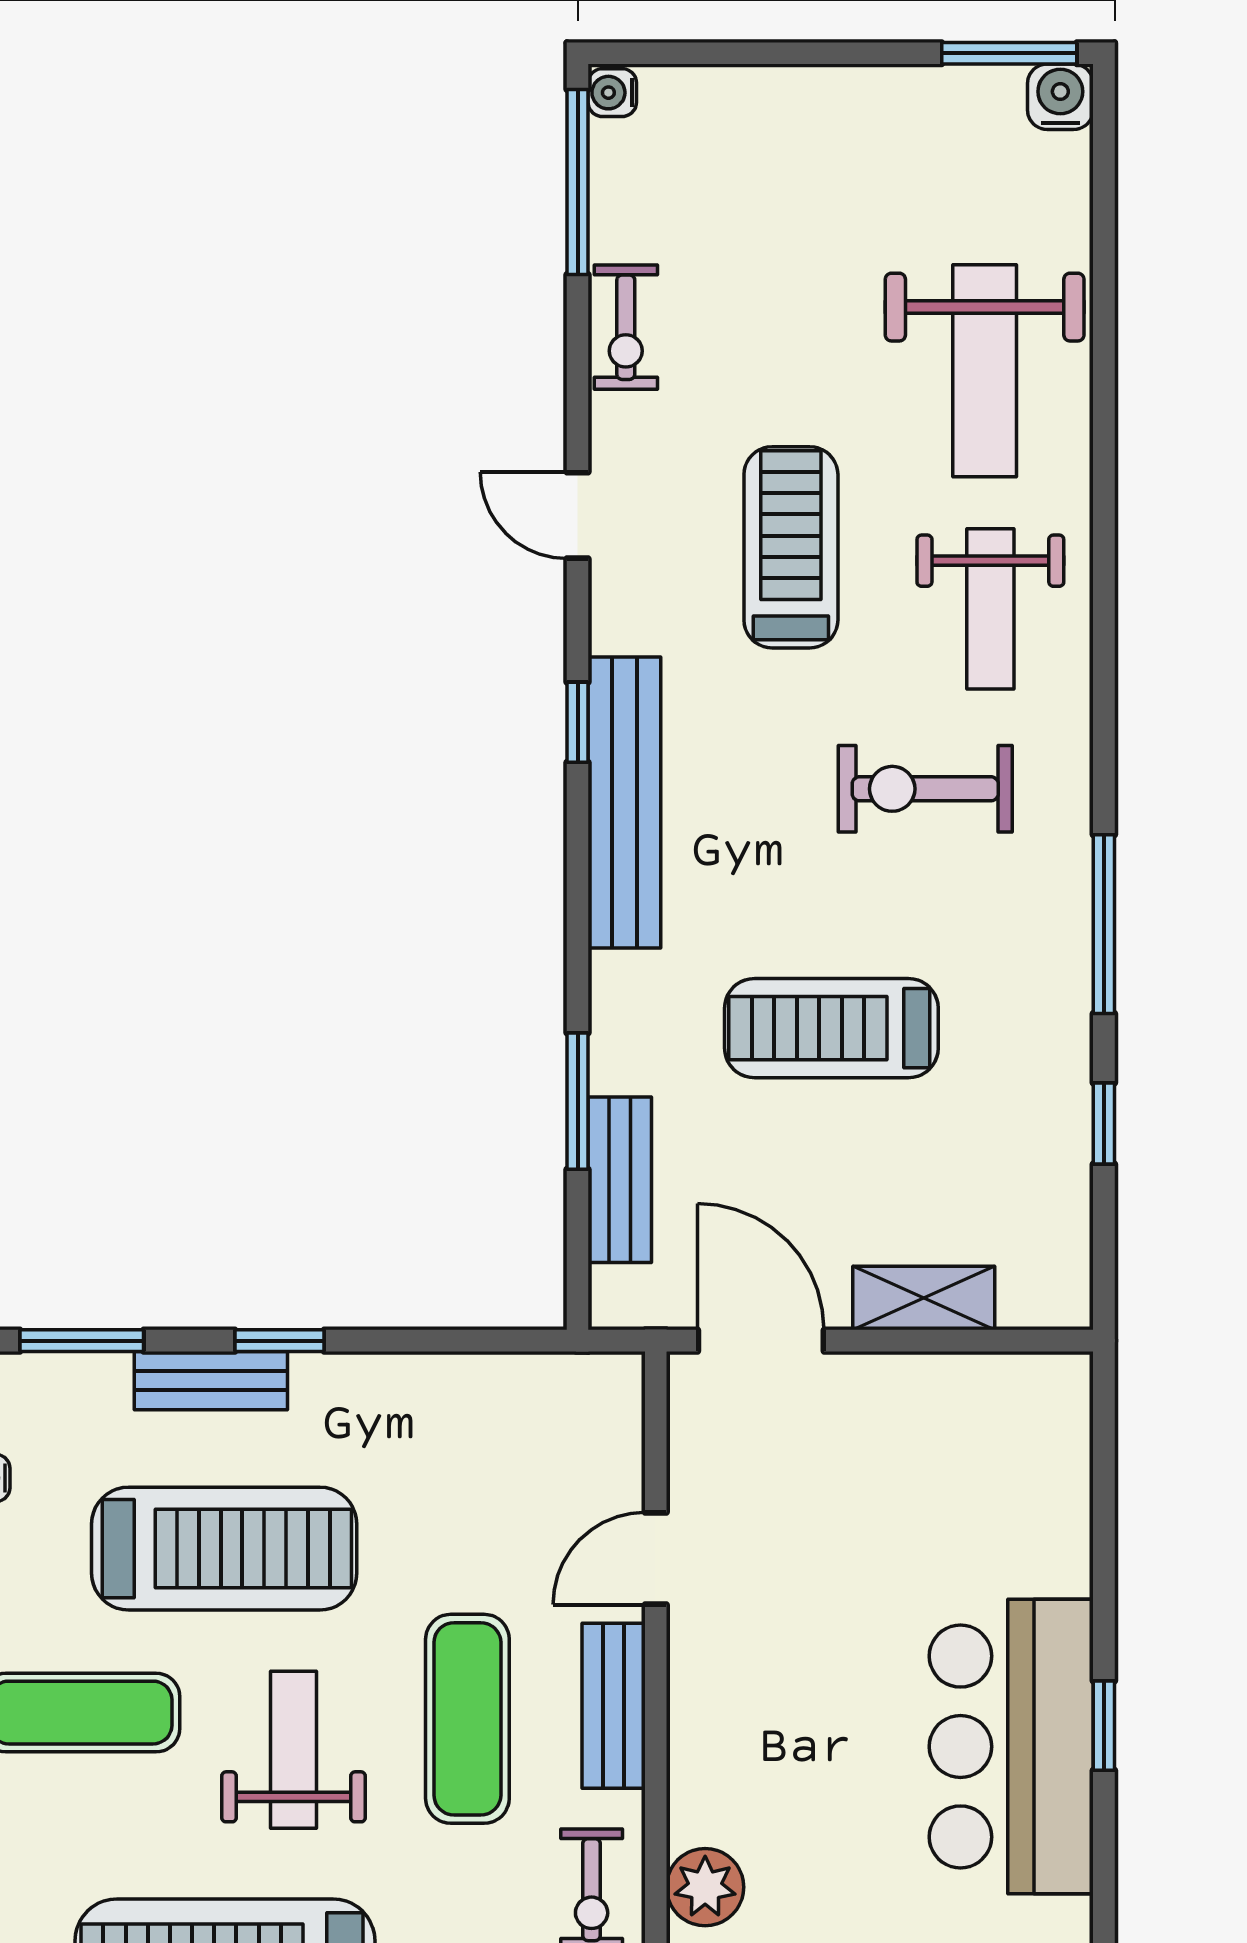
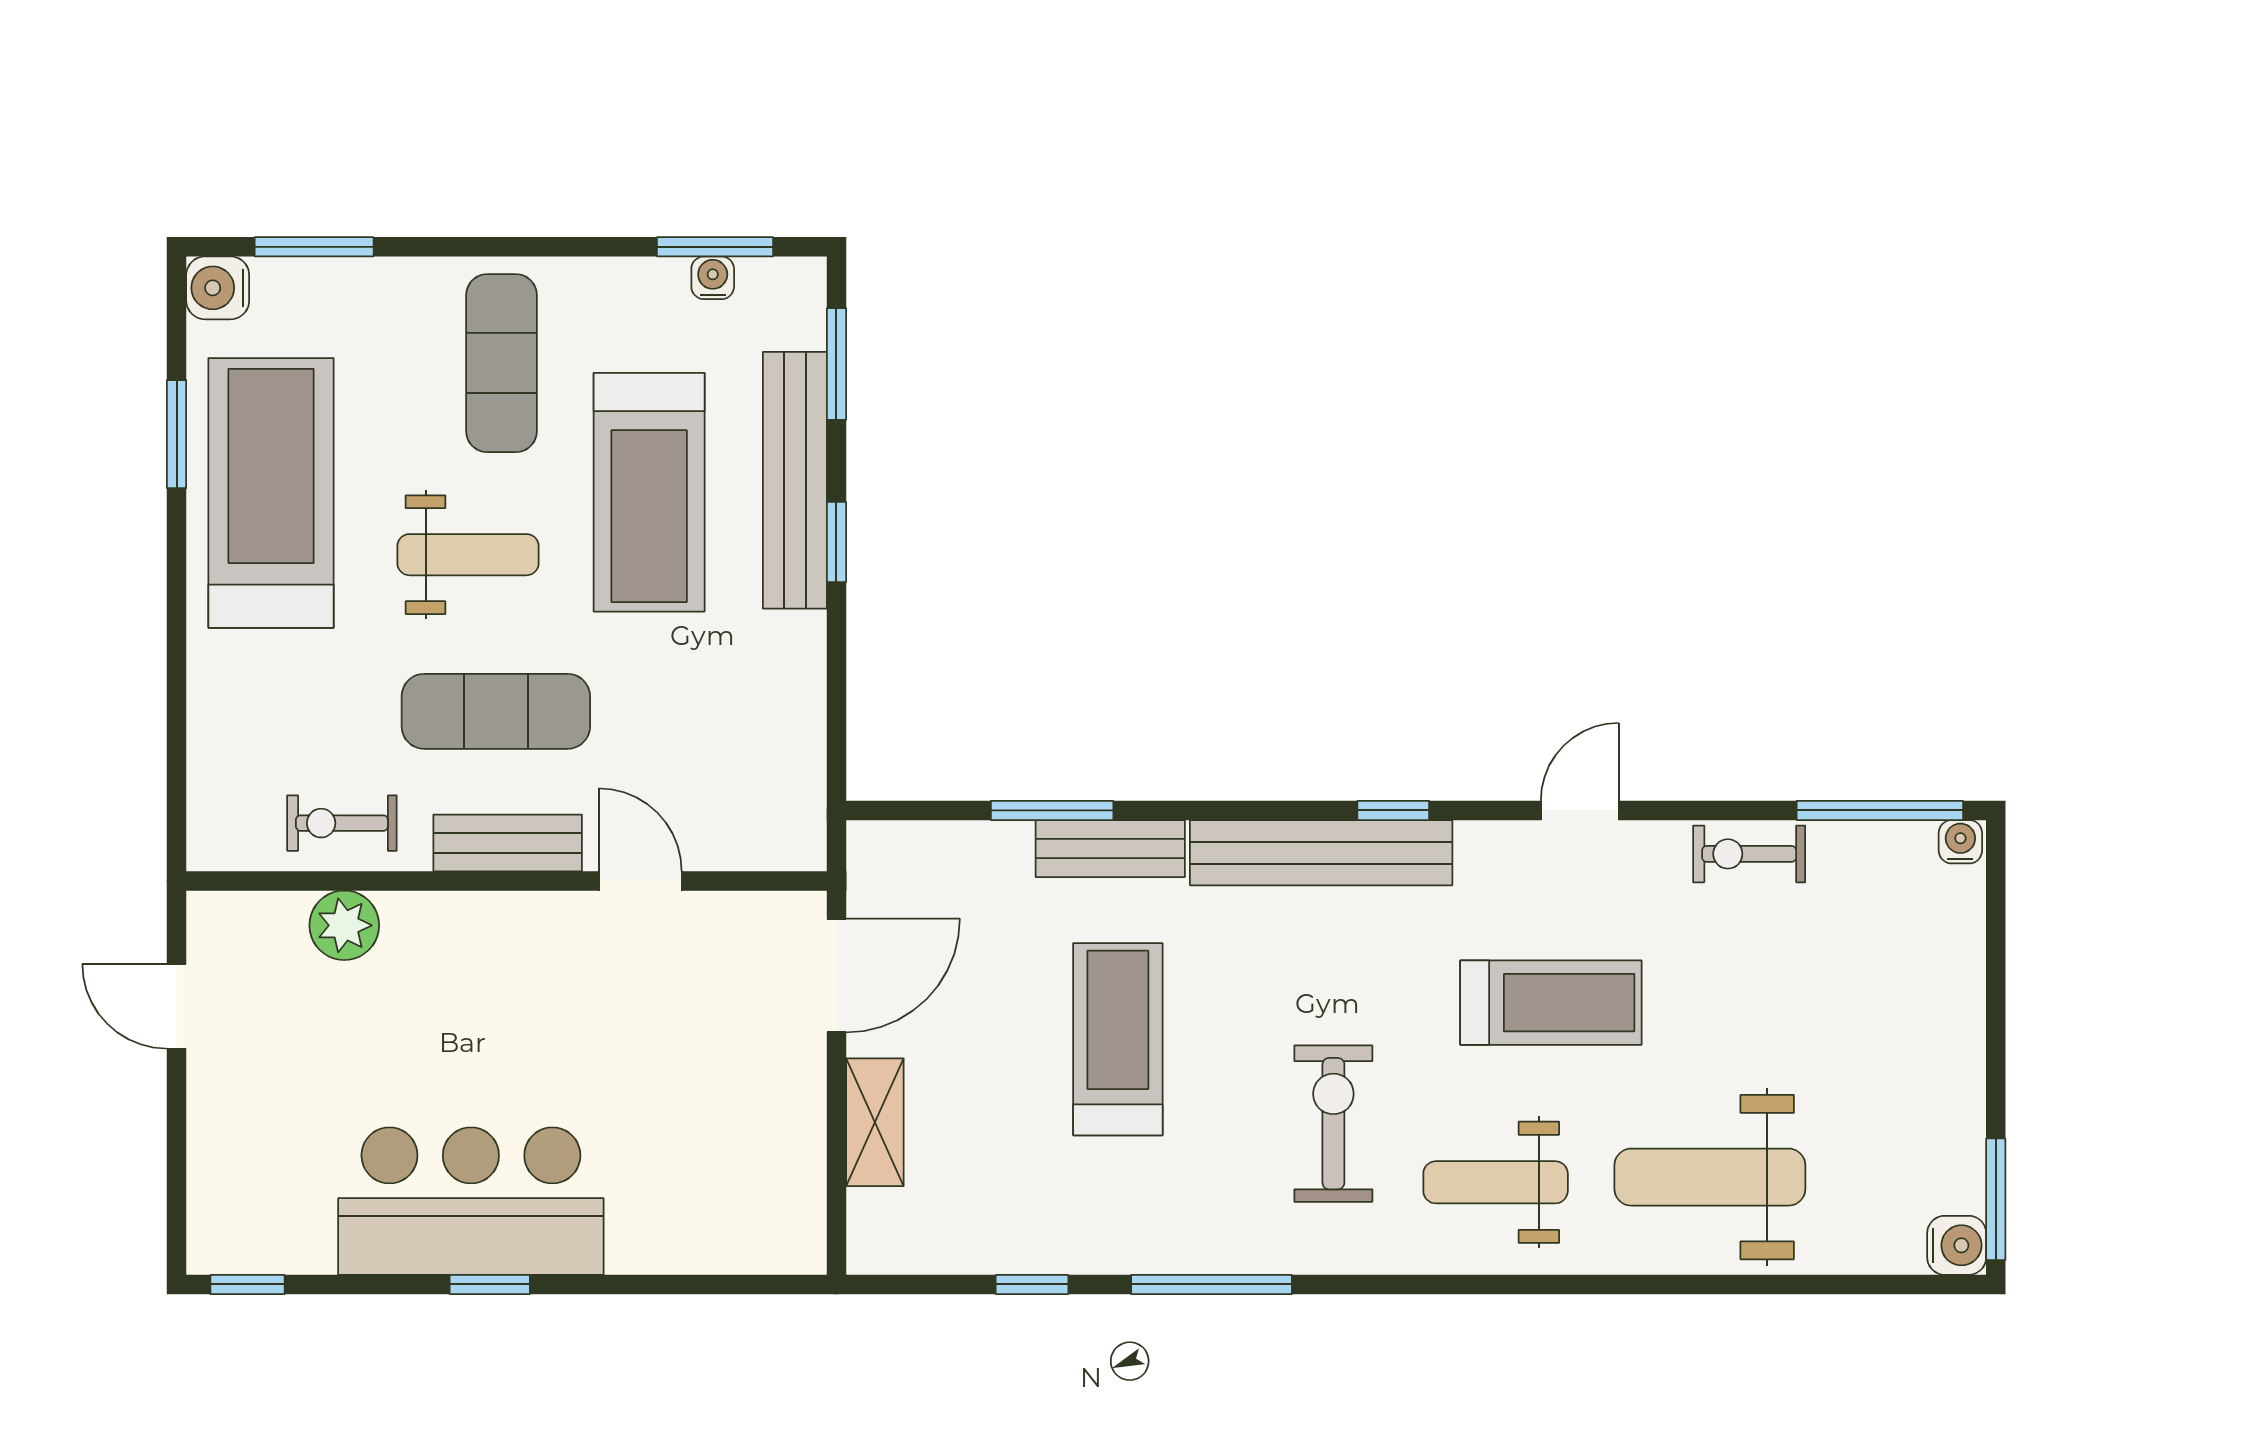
bench: (620, 1180) -> (1110, 849), moved
bench: (211, 1381) -> (795, 480), width x1.86, depth x1.21

